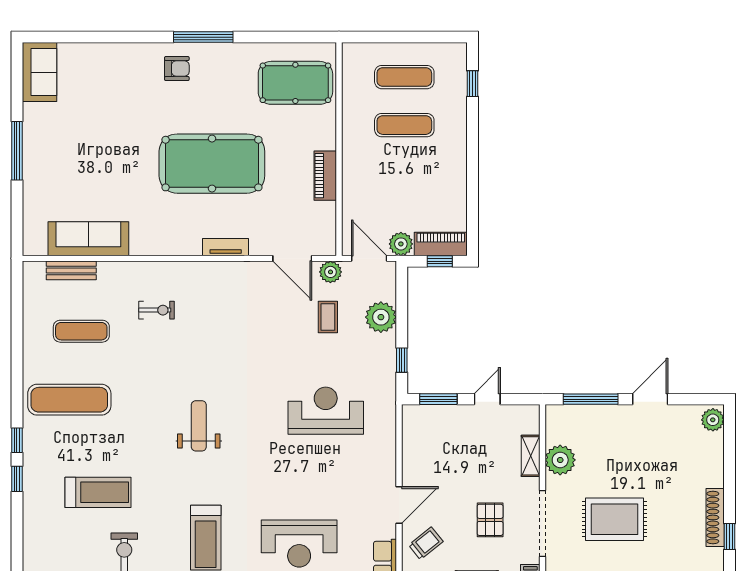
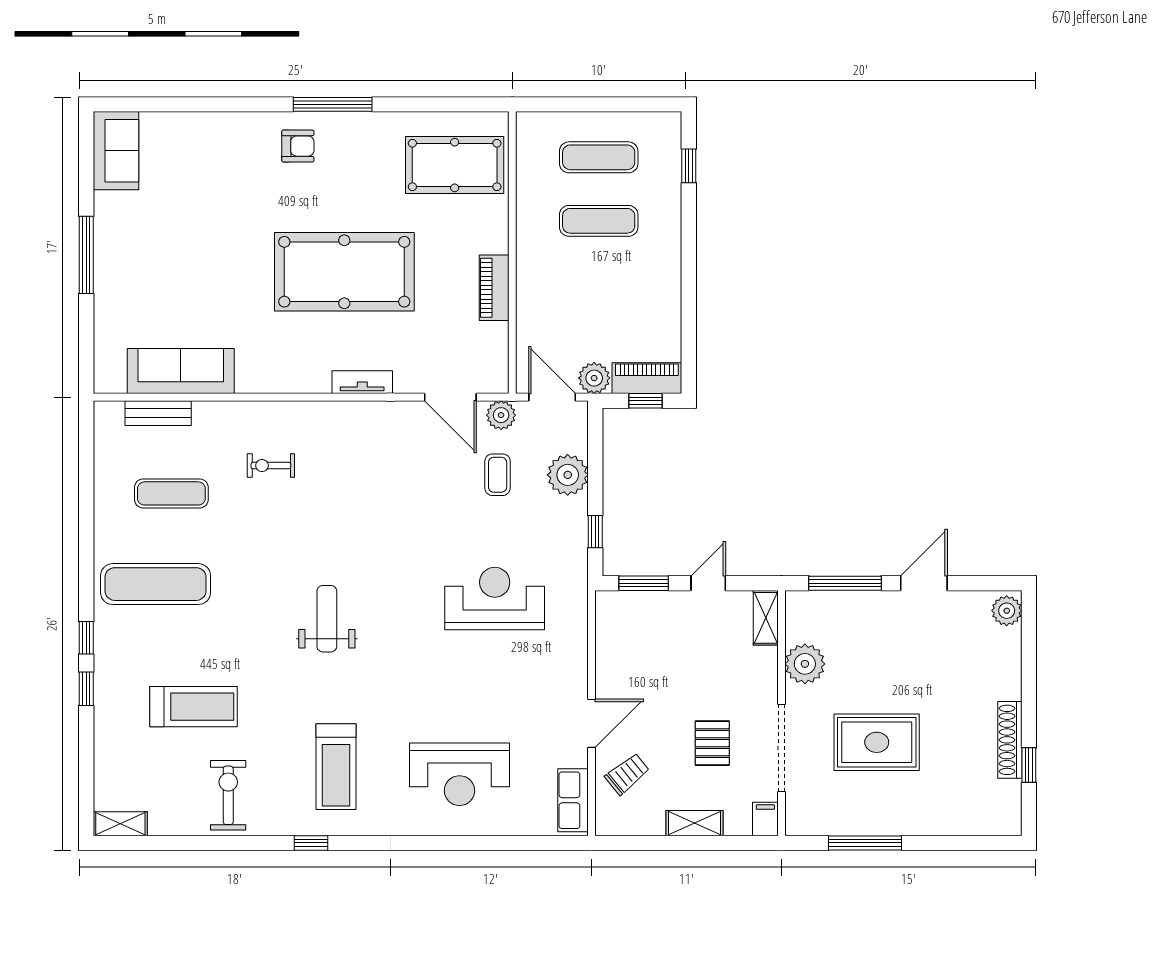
exercise bike: (157, 310) -> (271, 466), turned 180
shelving: (531, 456) -> (766, 618), moved

